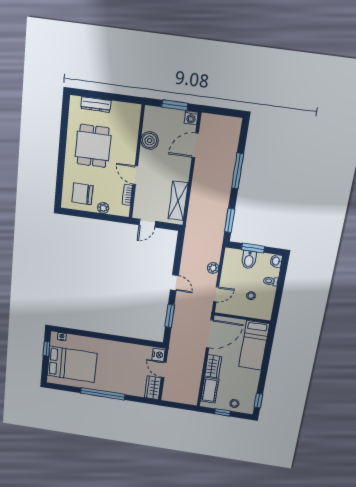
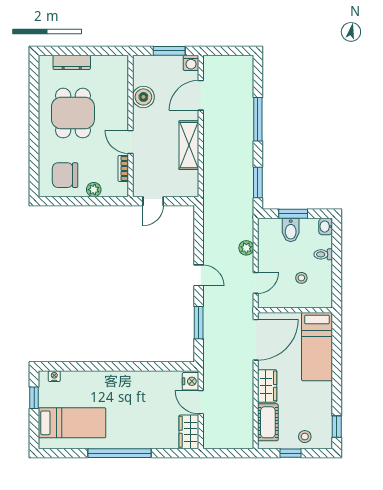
shelving: (178, 201) -> (189, 145), moved
bed: (72, 364) -> (72, 423), width x0.67

